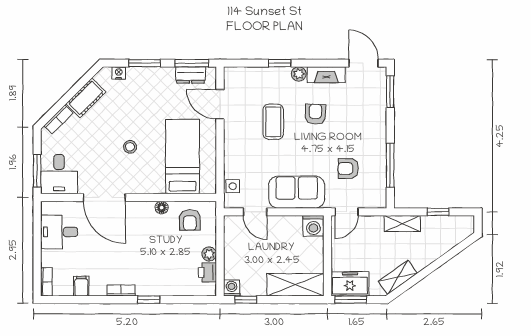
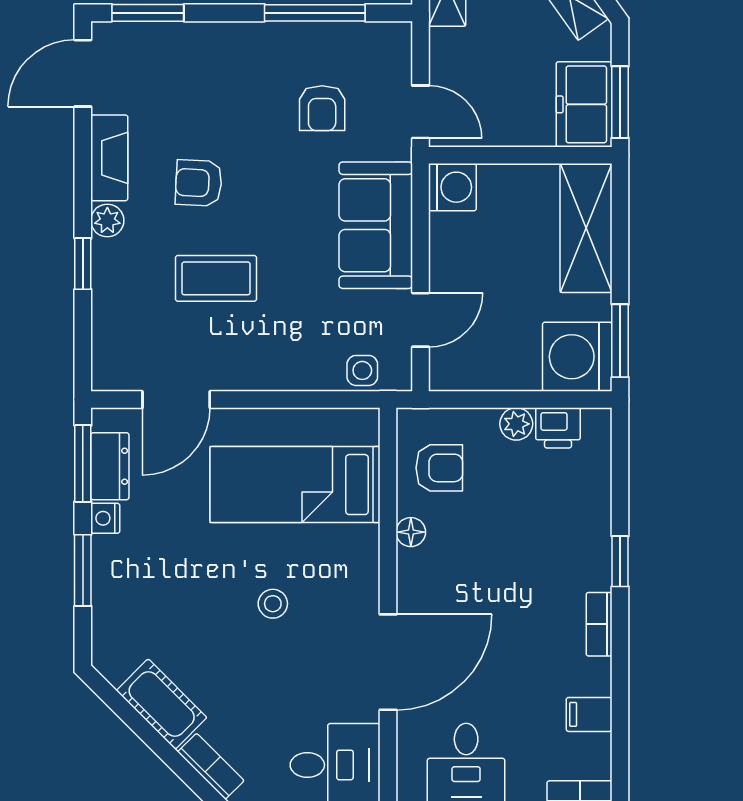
nightstand: (119, 73) -> (105, 518), moved
washing machine: (232, 288) -> (577, 357), width x1.89, depth x1.89
window: (246, 300) -> (620, 341), width x1.50

